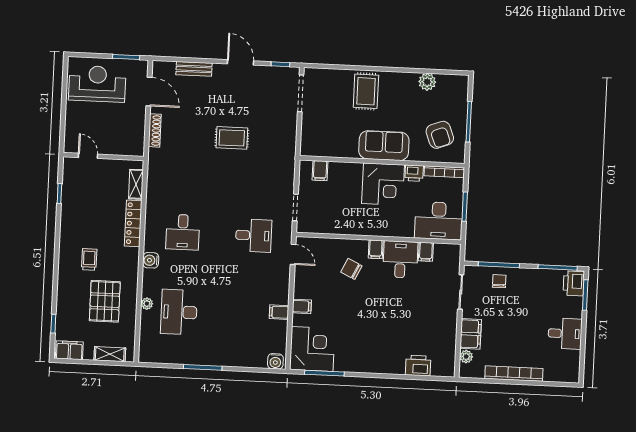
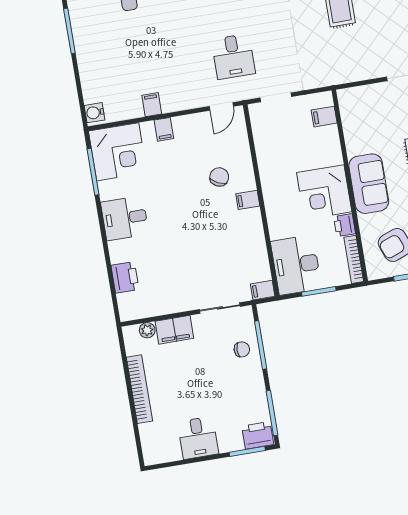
filing cabinet: (426, 252) -> (263, 290), moved
desk: (400, 259) -> (125, 218), moved, turned 180

